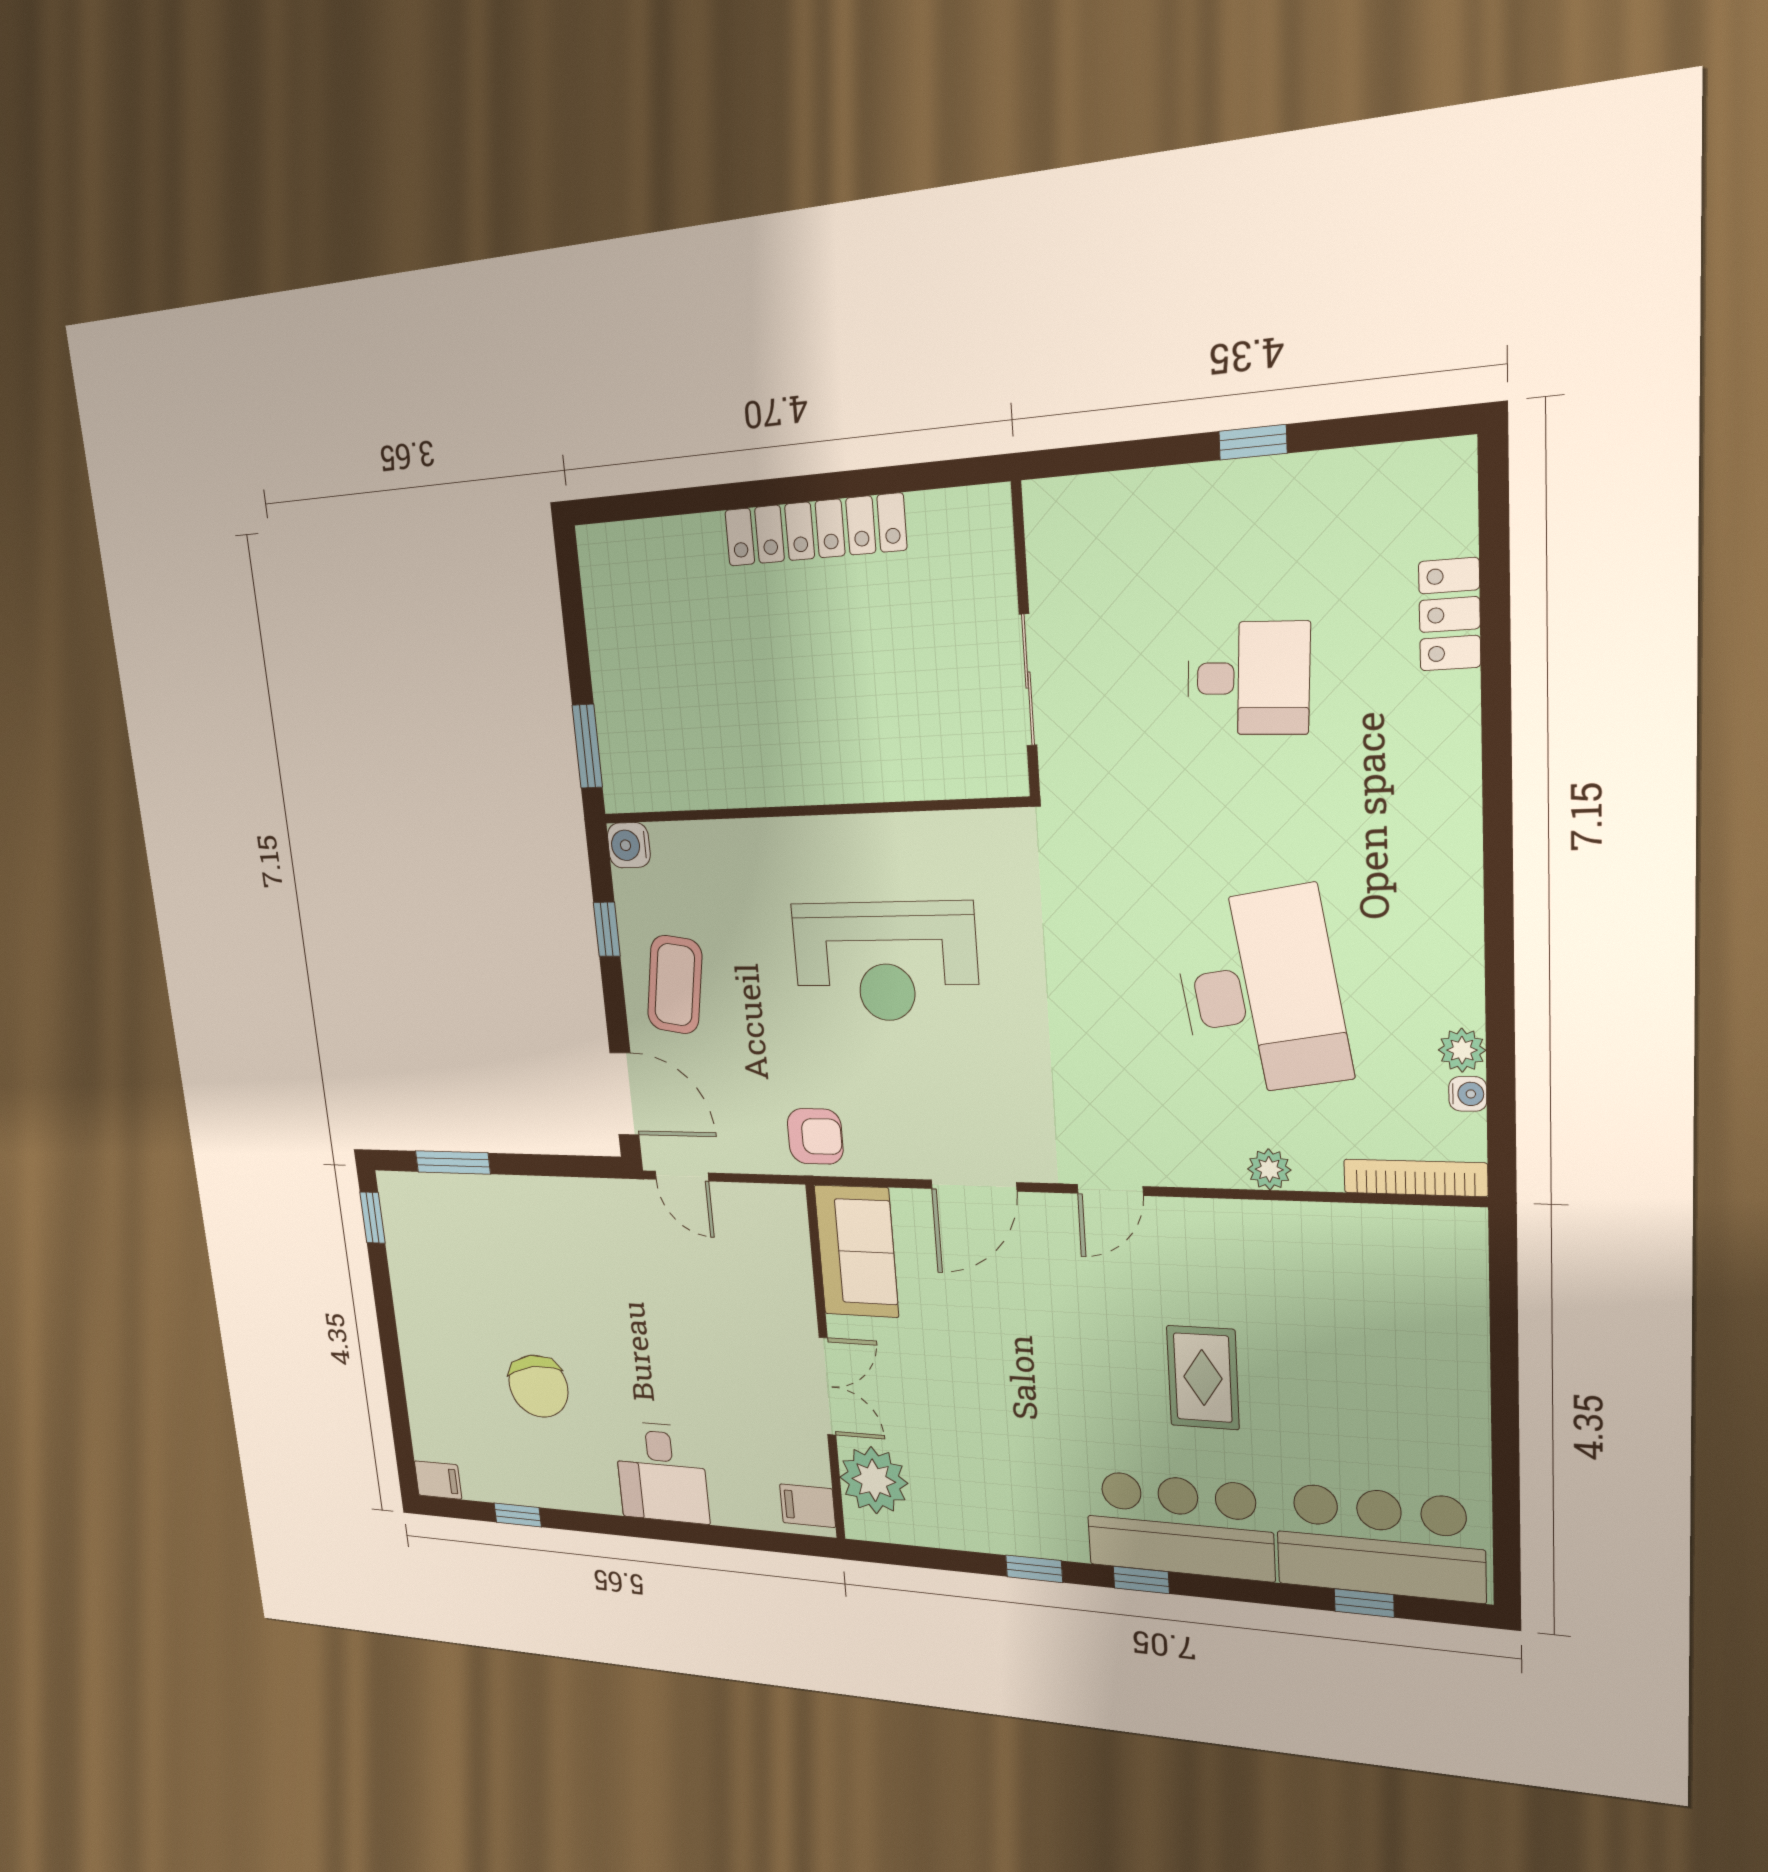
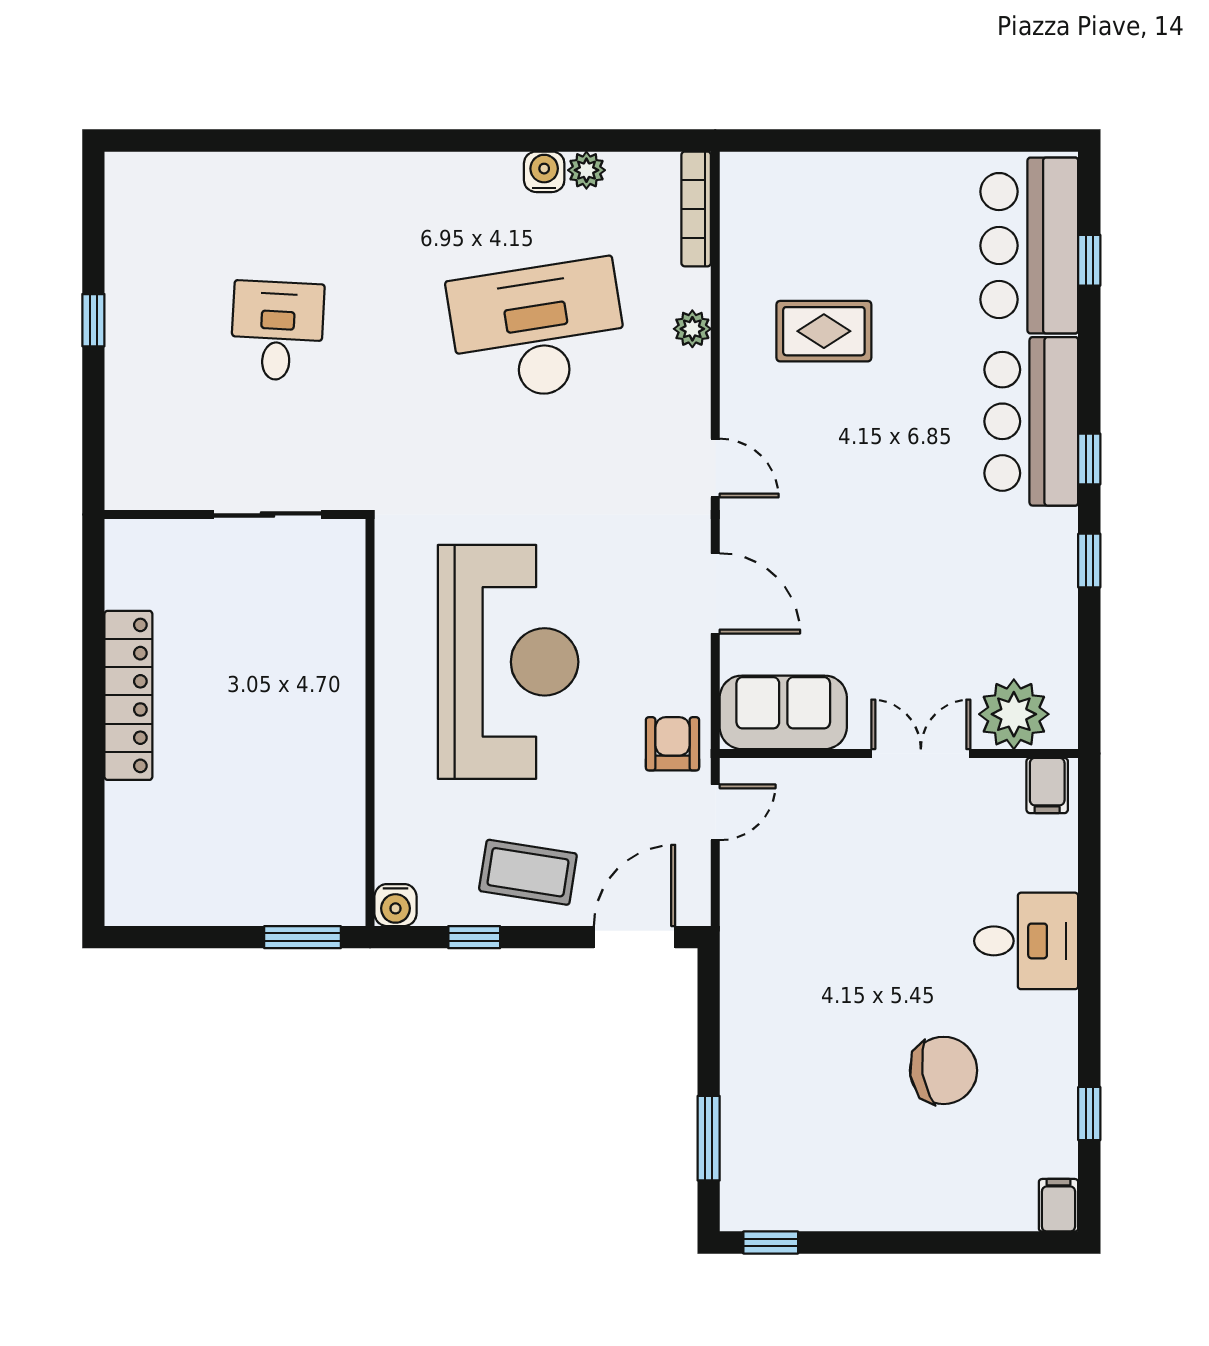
locker: (1450, 615) -> (238, 174), removed
reception desk: (885, 962) -> (508, 662), width x1.36, depth x1.30
water cooler: (1468, 1094) -> (544, 172), moved, width x1.38, depth x1.38
door: (682, 1176) -> (715, 812), moved
rug: (1203, 1378) -> (824, 331), moved

